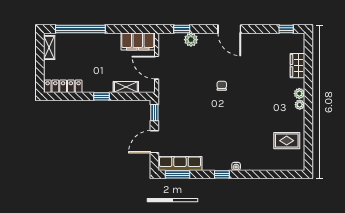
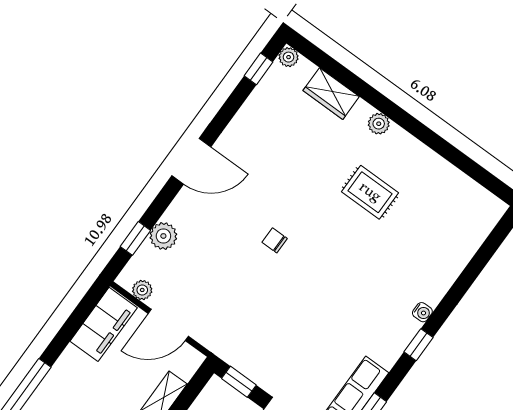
plant: (163, 47) -> (142, 290), added
plant: (300, 105) -> (289, 57), moved
rug: (287, 141) -> (370, 192), moved, turned 90

